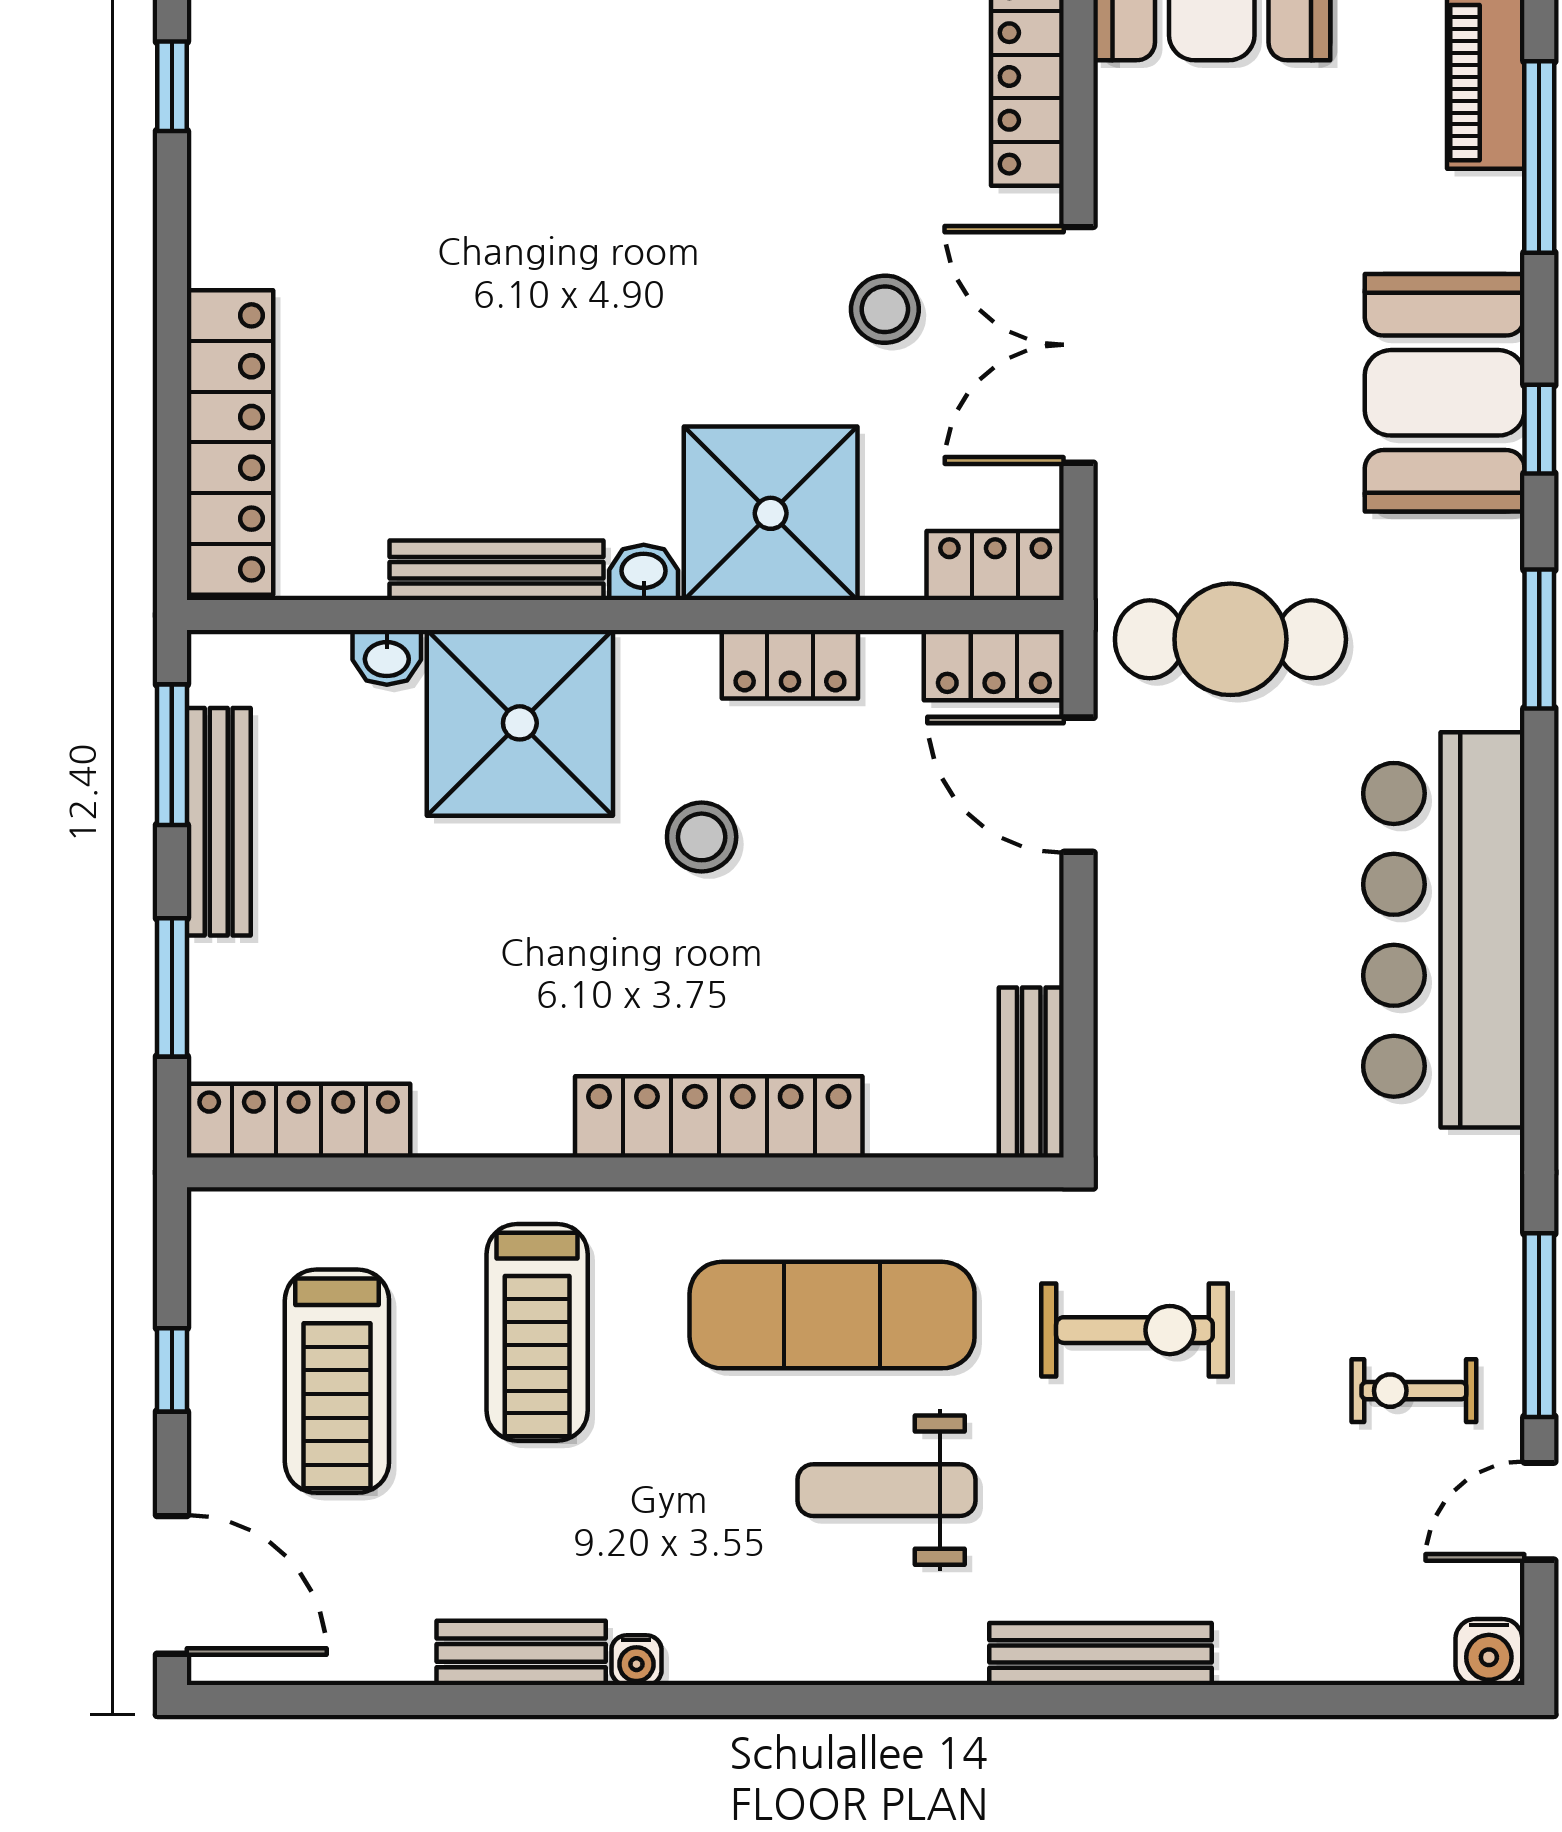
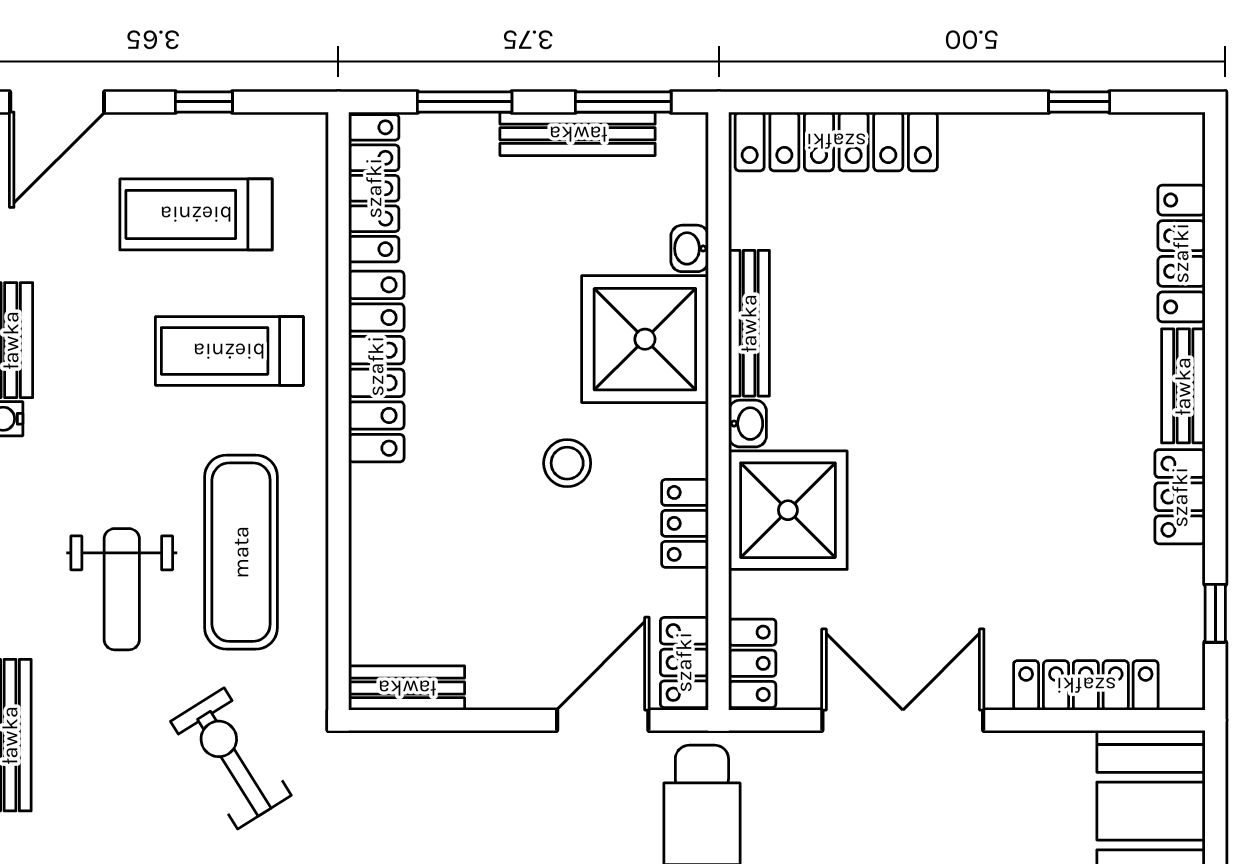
stool: (885, 309) -> (927, 588), removed
locker: (719, 1117) -> (376, 366), moved
exercise bike: (1134, 1330) -> (231, 758), turned 148
weight bench: (886, 1490) -> (122, 589), turned 180

